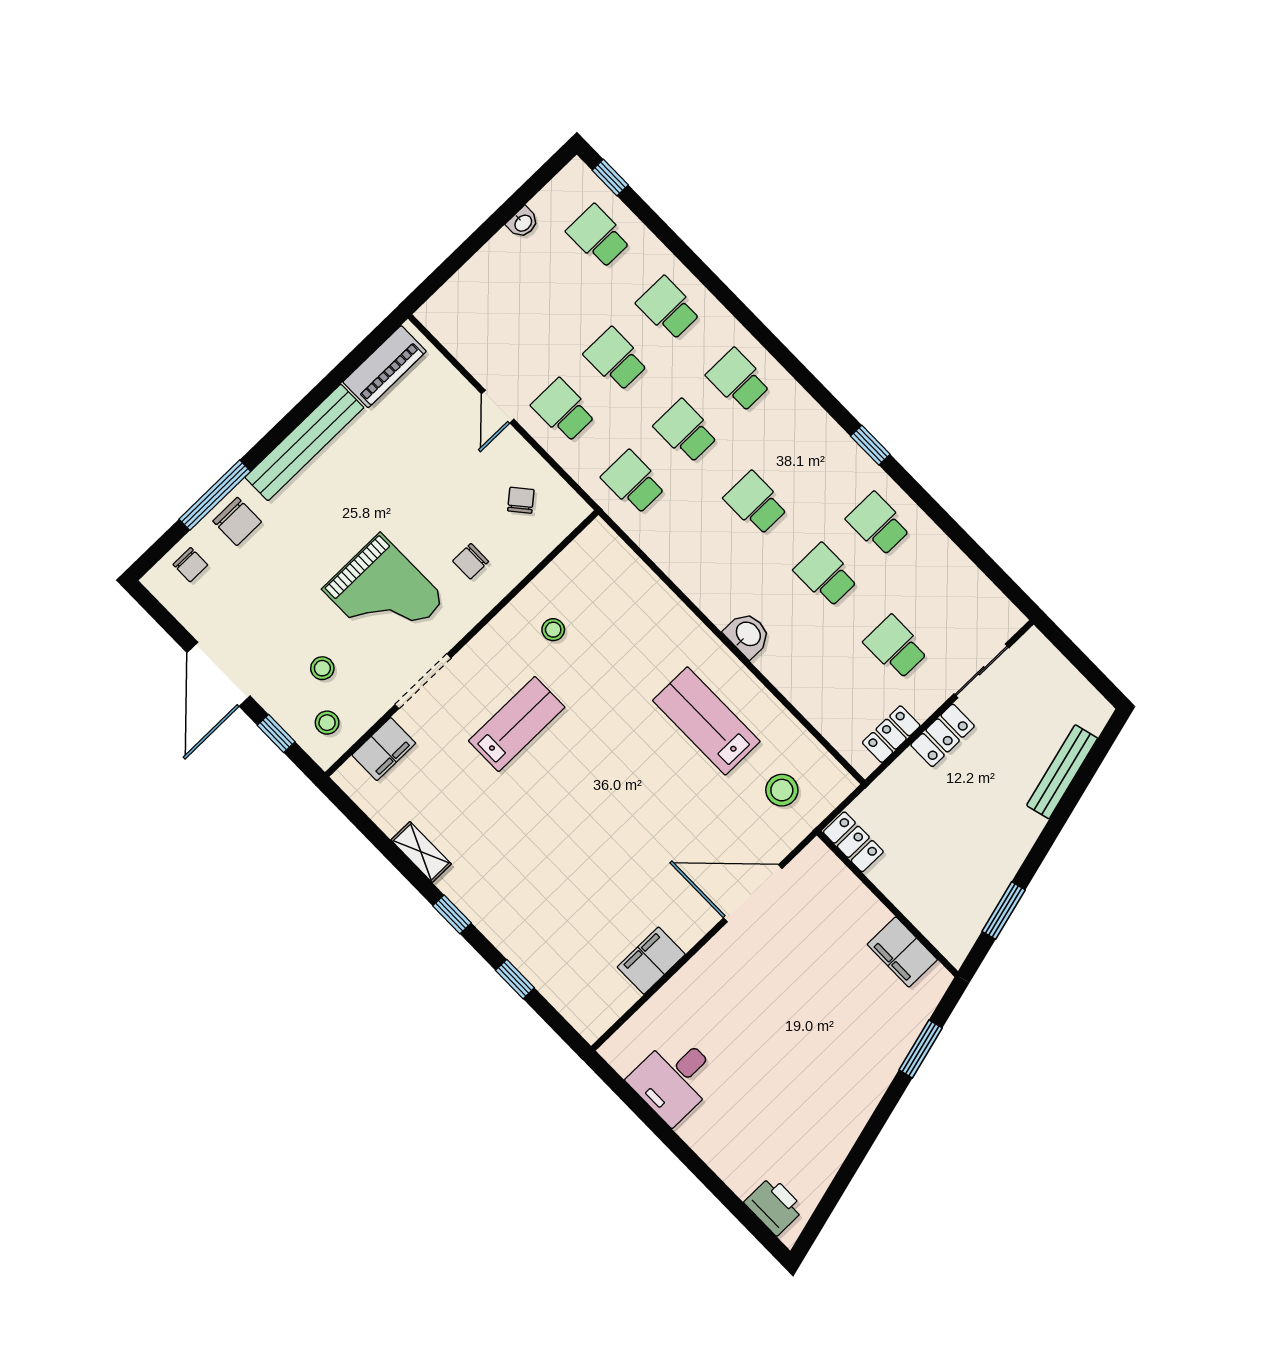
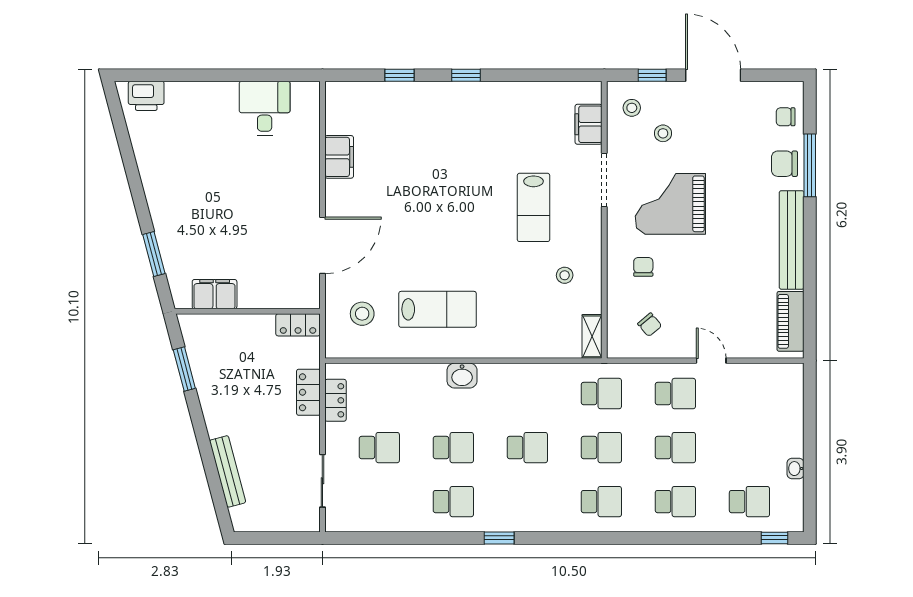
locker: (943, 735) -> (308, 392), moved
shelving: (421, 852) -> (592, 336), moved, turned 90

